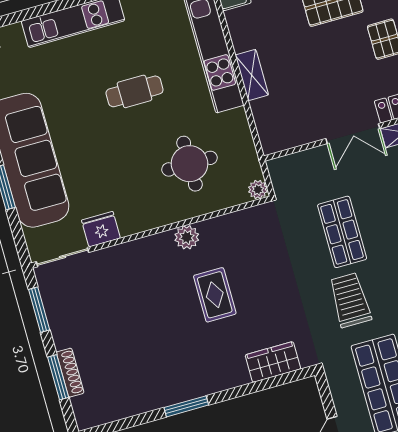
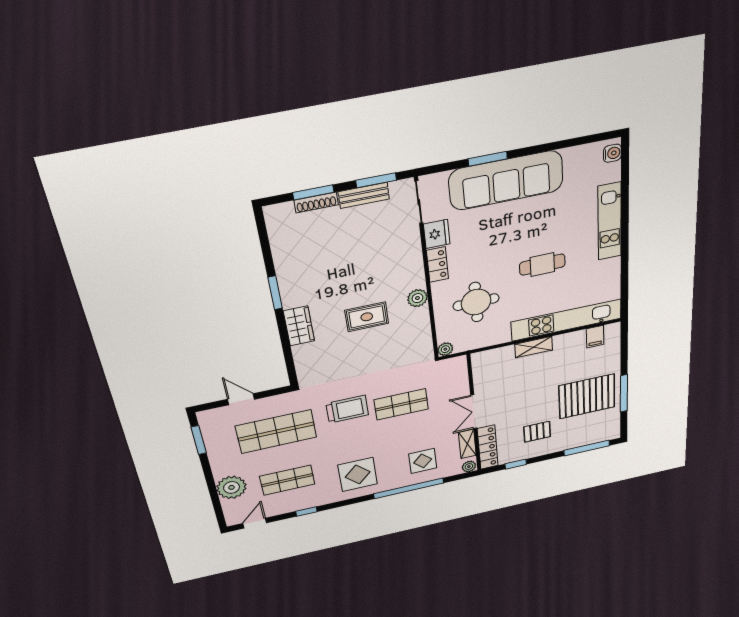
cafe table: (135, 91) -> (542, 265), turned 90
locker: (141, 221) -> (437, 265), added
bench: (58, 321) -> (364, 195), added
wardrobe: (273, 362) -> (299, 326), moved

